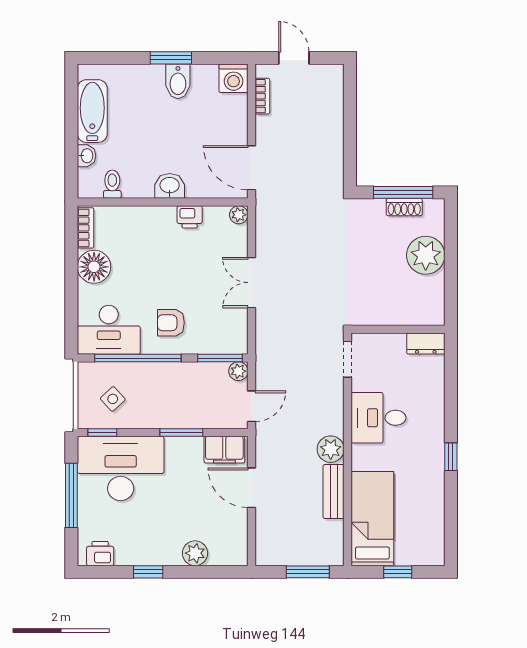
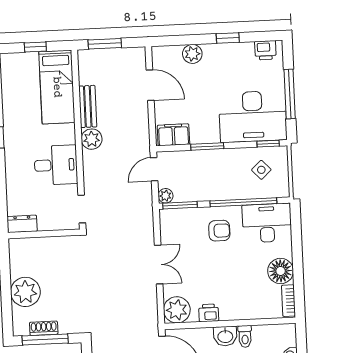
toilet: (112, 184) -> (245, 336), moved
plant: (239, 215) -> (177, 310), width x1.88, depth x1.88
door: (252, 488) -> (150, 85), moved

